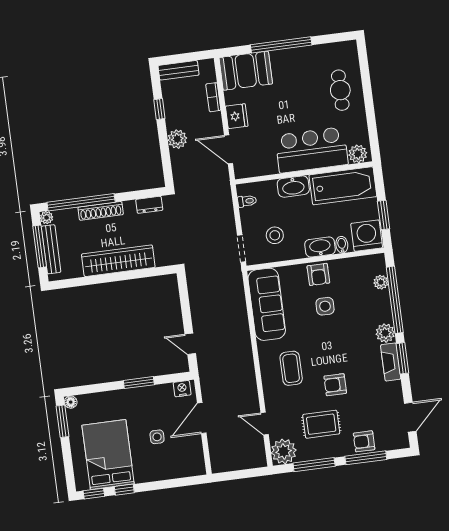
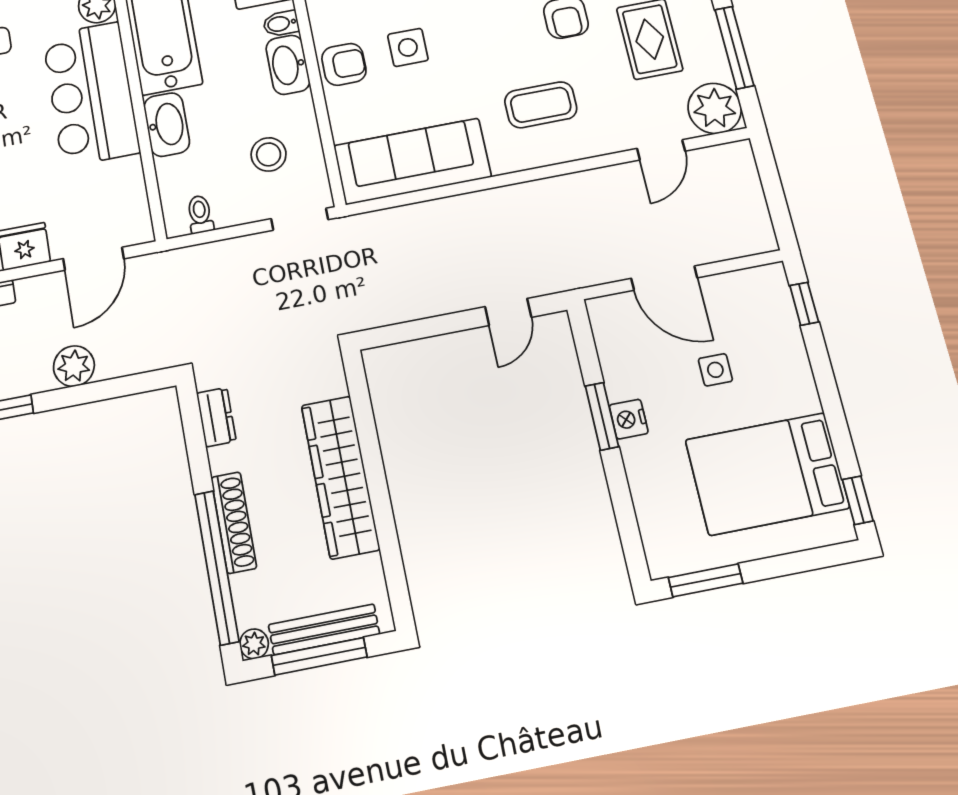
nightstand: (182, 389) -> (629, 419), moved
floor lamp: (71, 402) -> (661, 565), removed
window: (124, 490) -> (804, 304), moved

